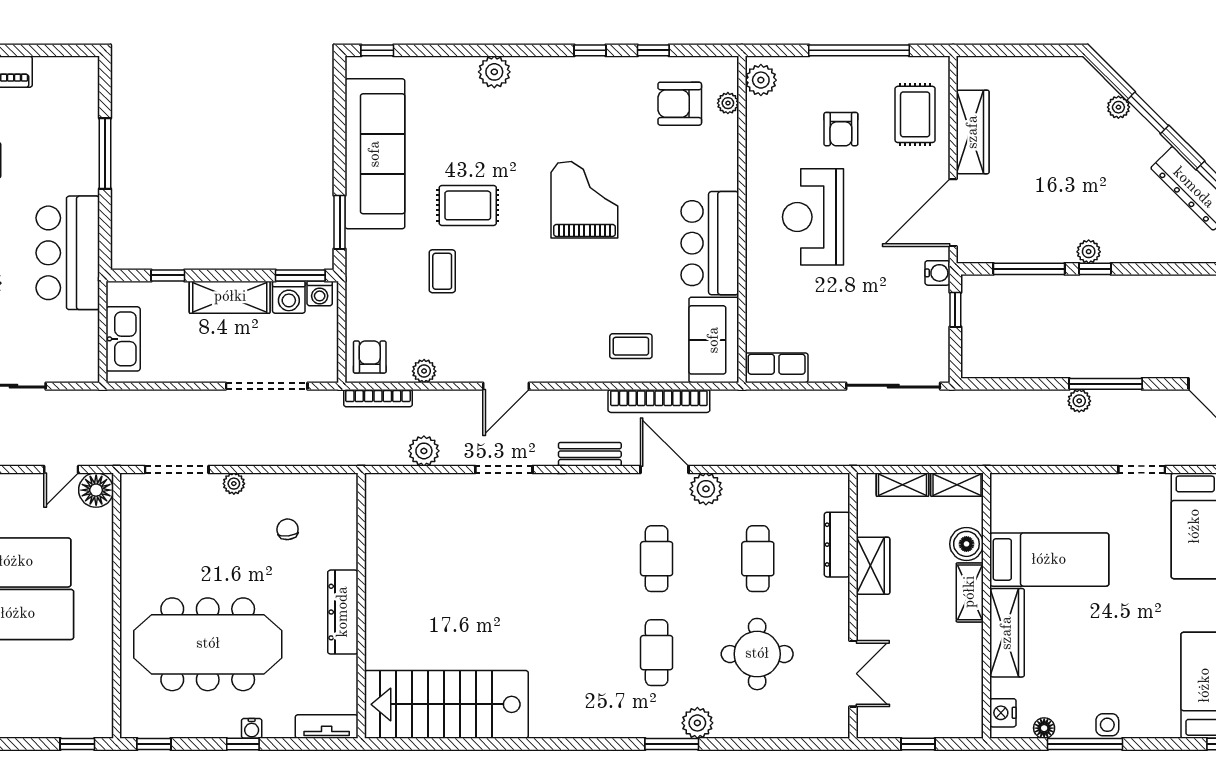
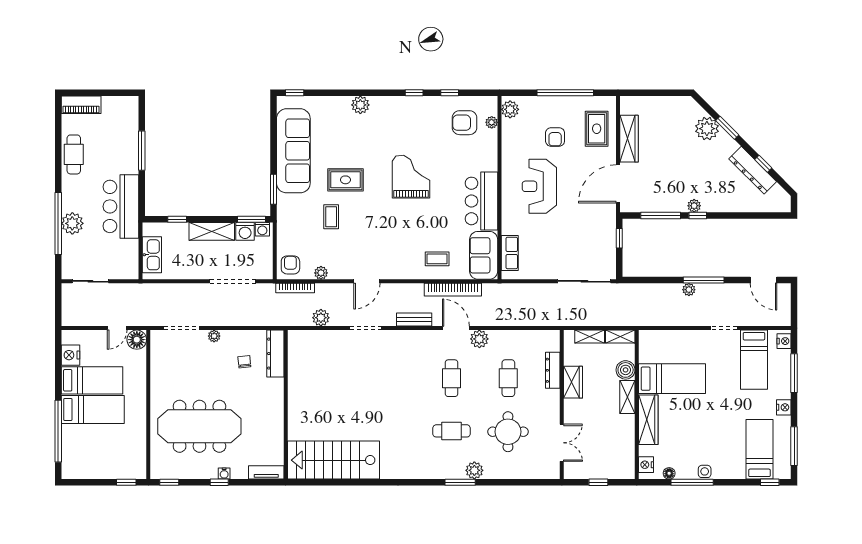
plant: (1118, 107) -> (707, 129), width x1.88, depth x1.88
water cooler: (937, 273) -> (609, 218), removed
row of seats: (777, 368) -> (510, 253), moved, turned 90
dresser: (343, 612) -> (275, 354), moved
cafe table: (657, 653) -> (452, 431), turned 90

